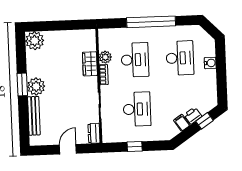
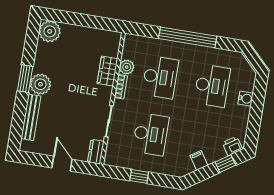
printer: (193, 116) -> (232, 146), moved
door: (68, 149) -> (62, 164), hinge flipped

